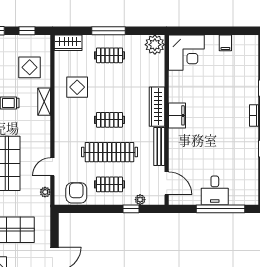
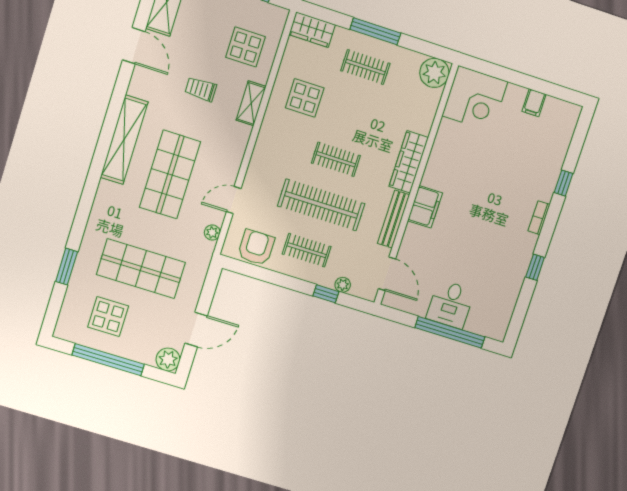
filing cabinet: (177, 115) -> (425, 207), moved

